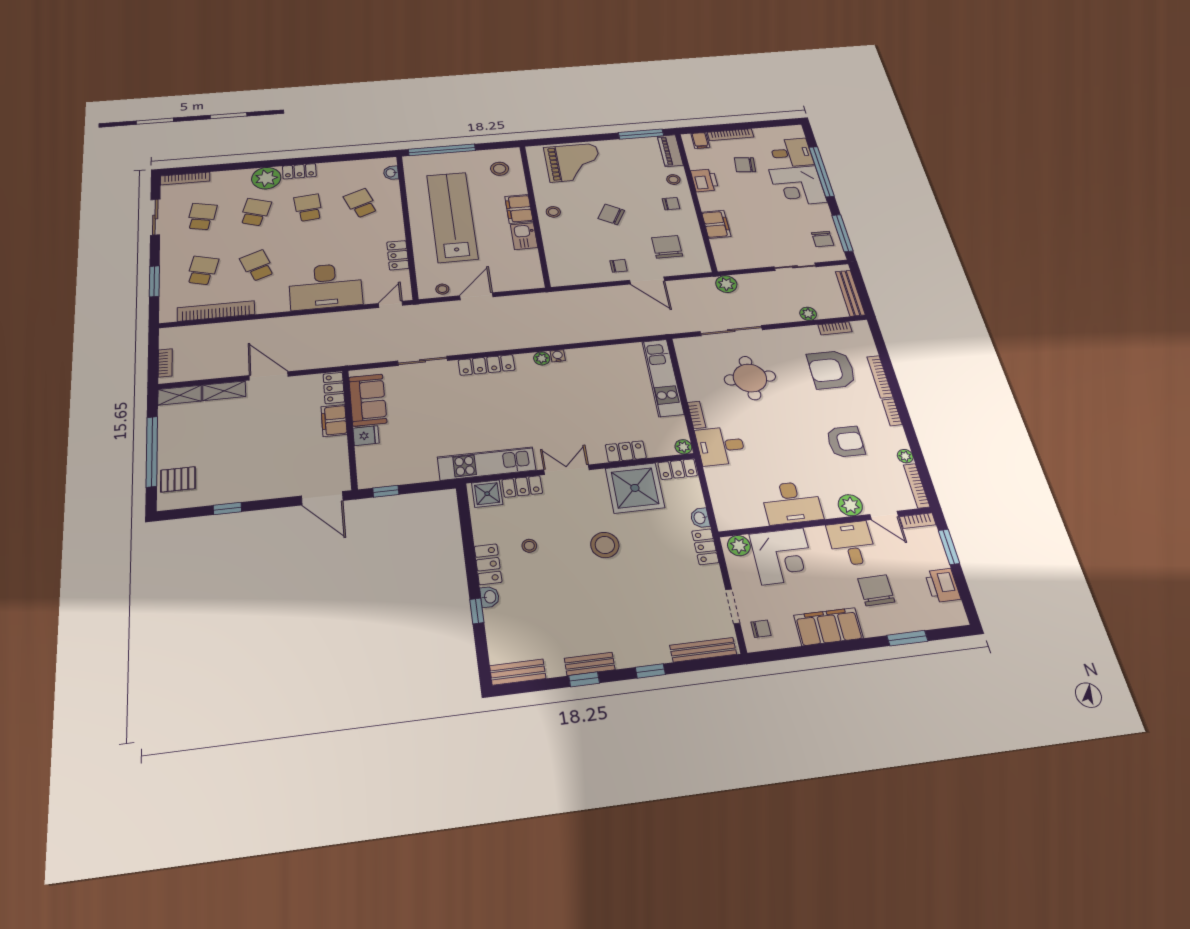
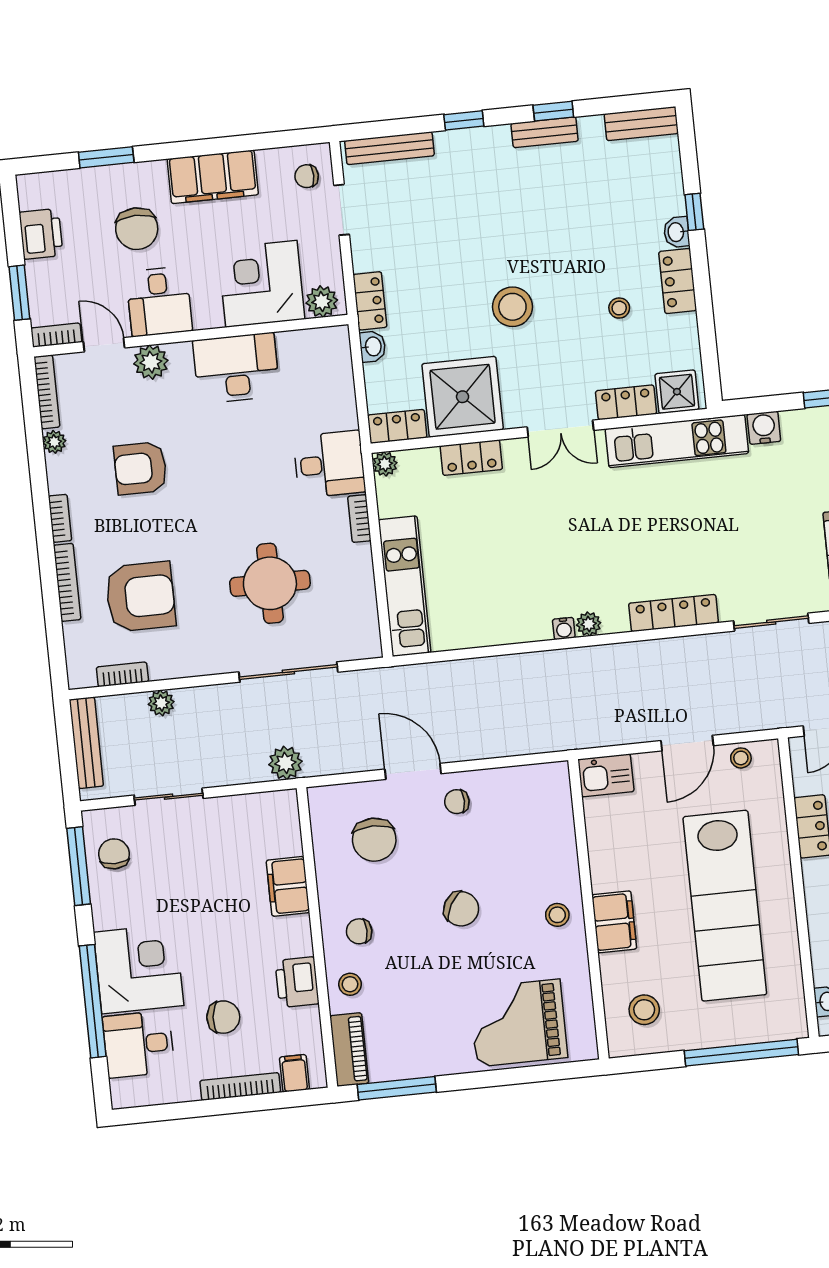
kitchen sink: (524, 236) -> (606, 775), moved, turned 90
water cooler: (427, 473) -> (764, 428), added

